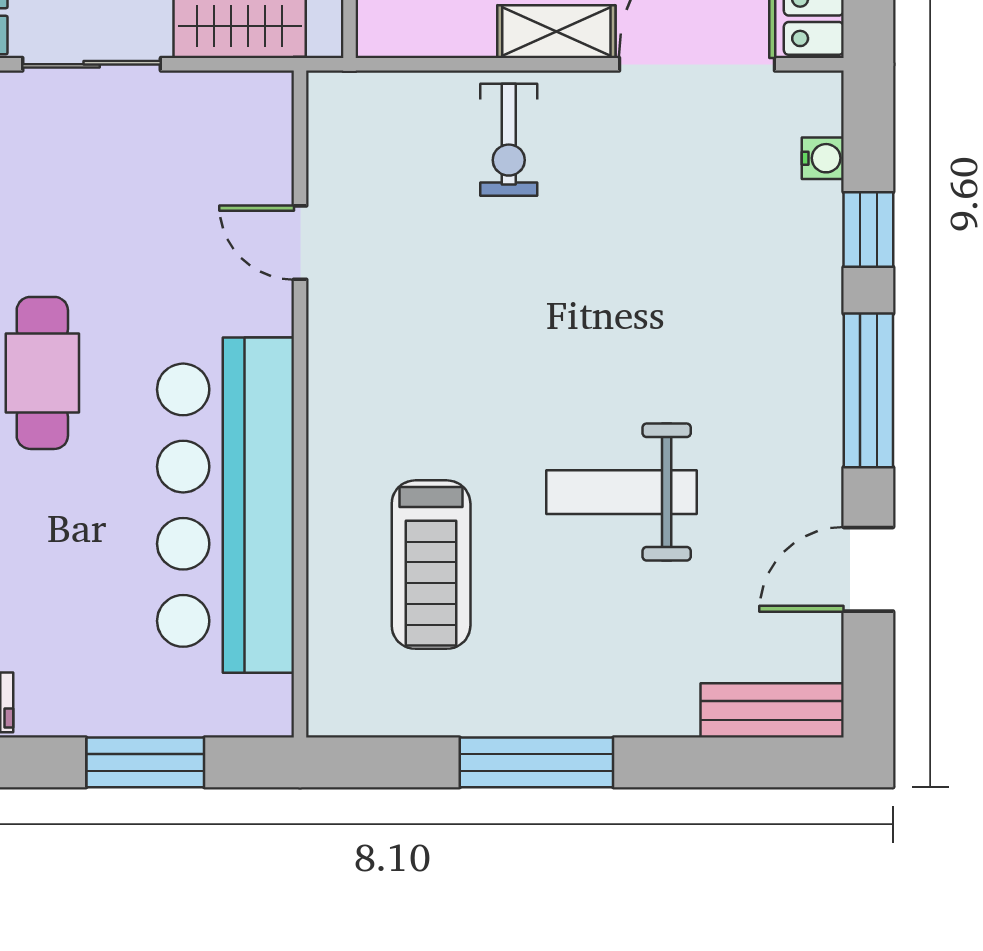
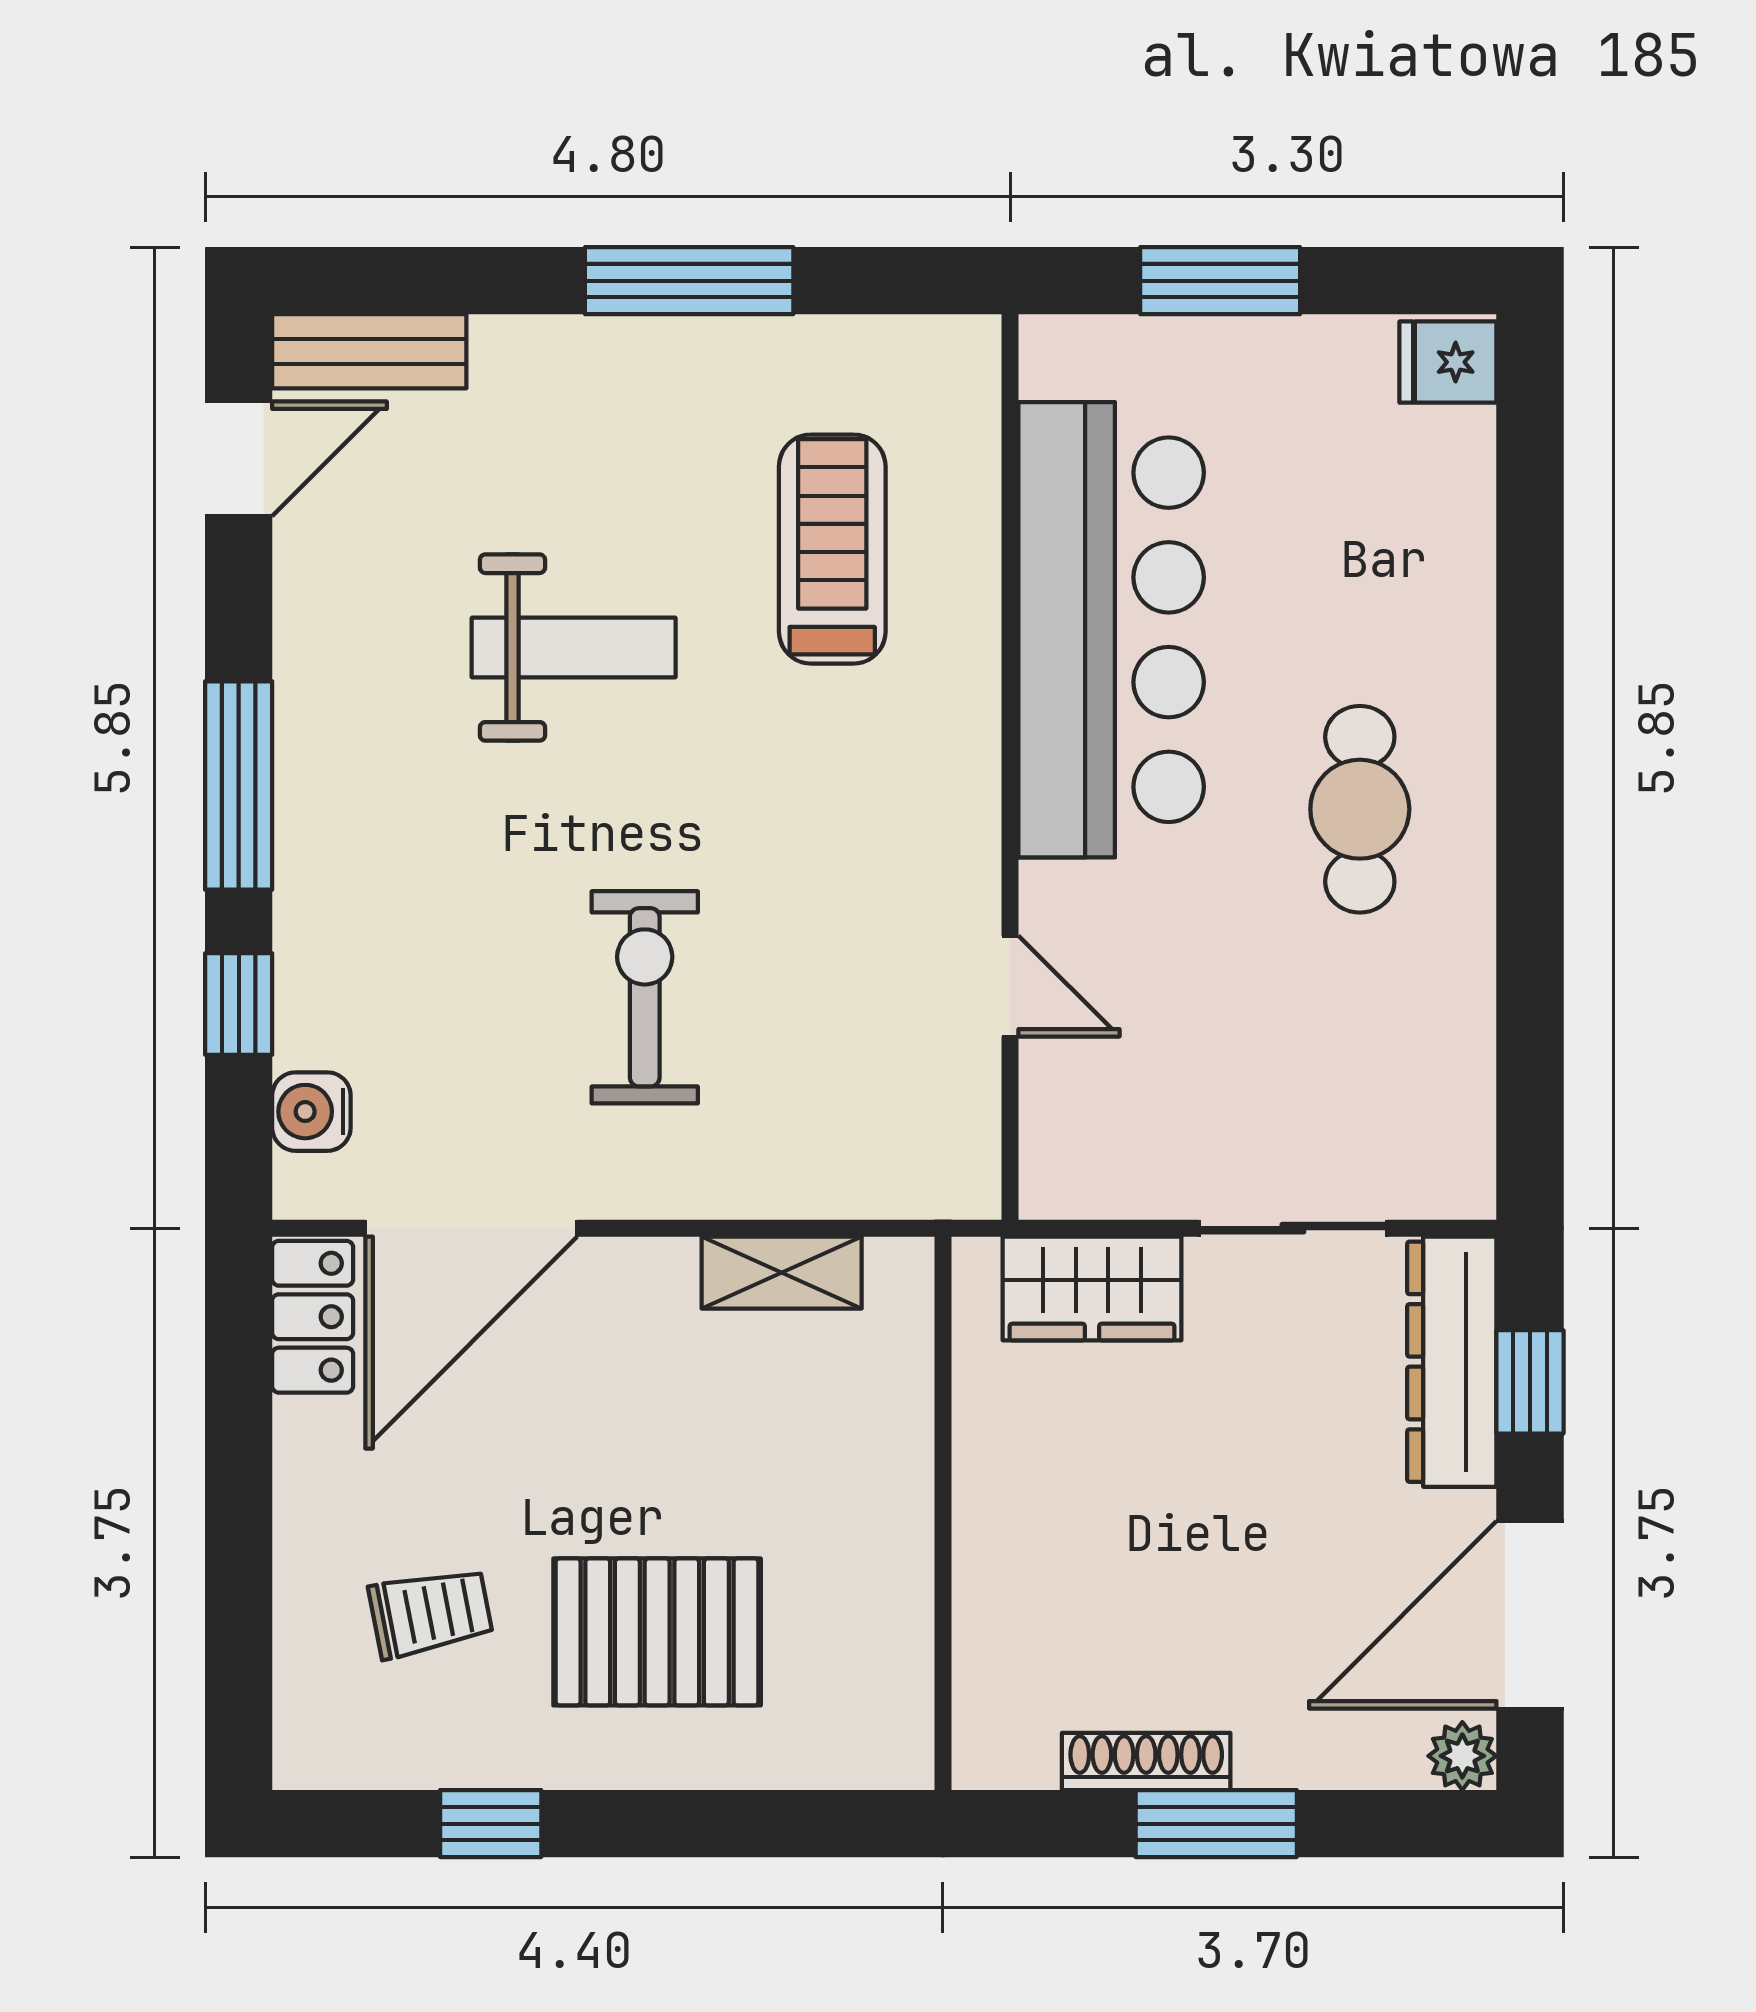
shelving: (556, 32) -> (782, 1273), moved
exercise bike: (509, 140) -> (645, 997), moved, width x1.38, depth x1.39
water cooler: (823, 158) -> (311, 1112), width x1.38, depth x1.38
door: (868, 569) -> (239, 459), moved

